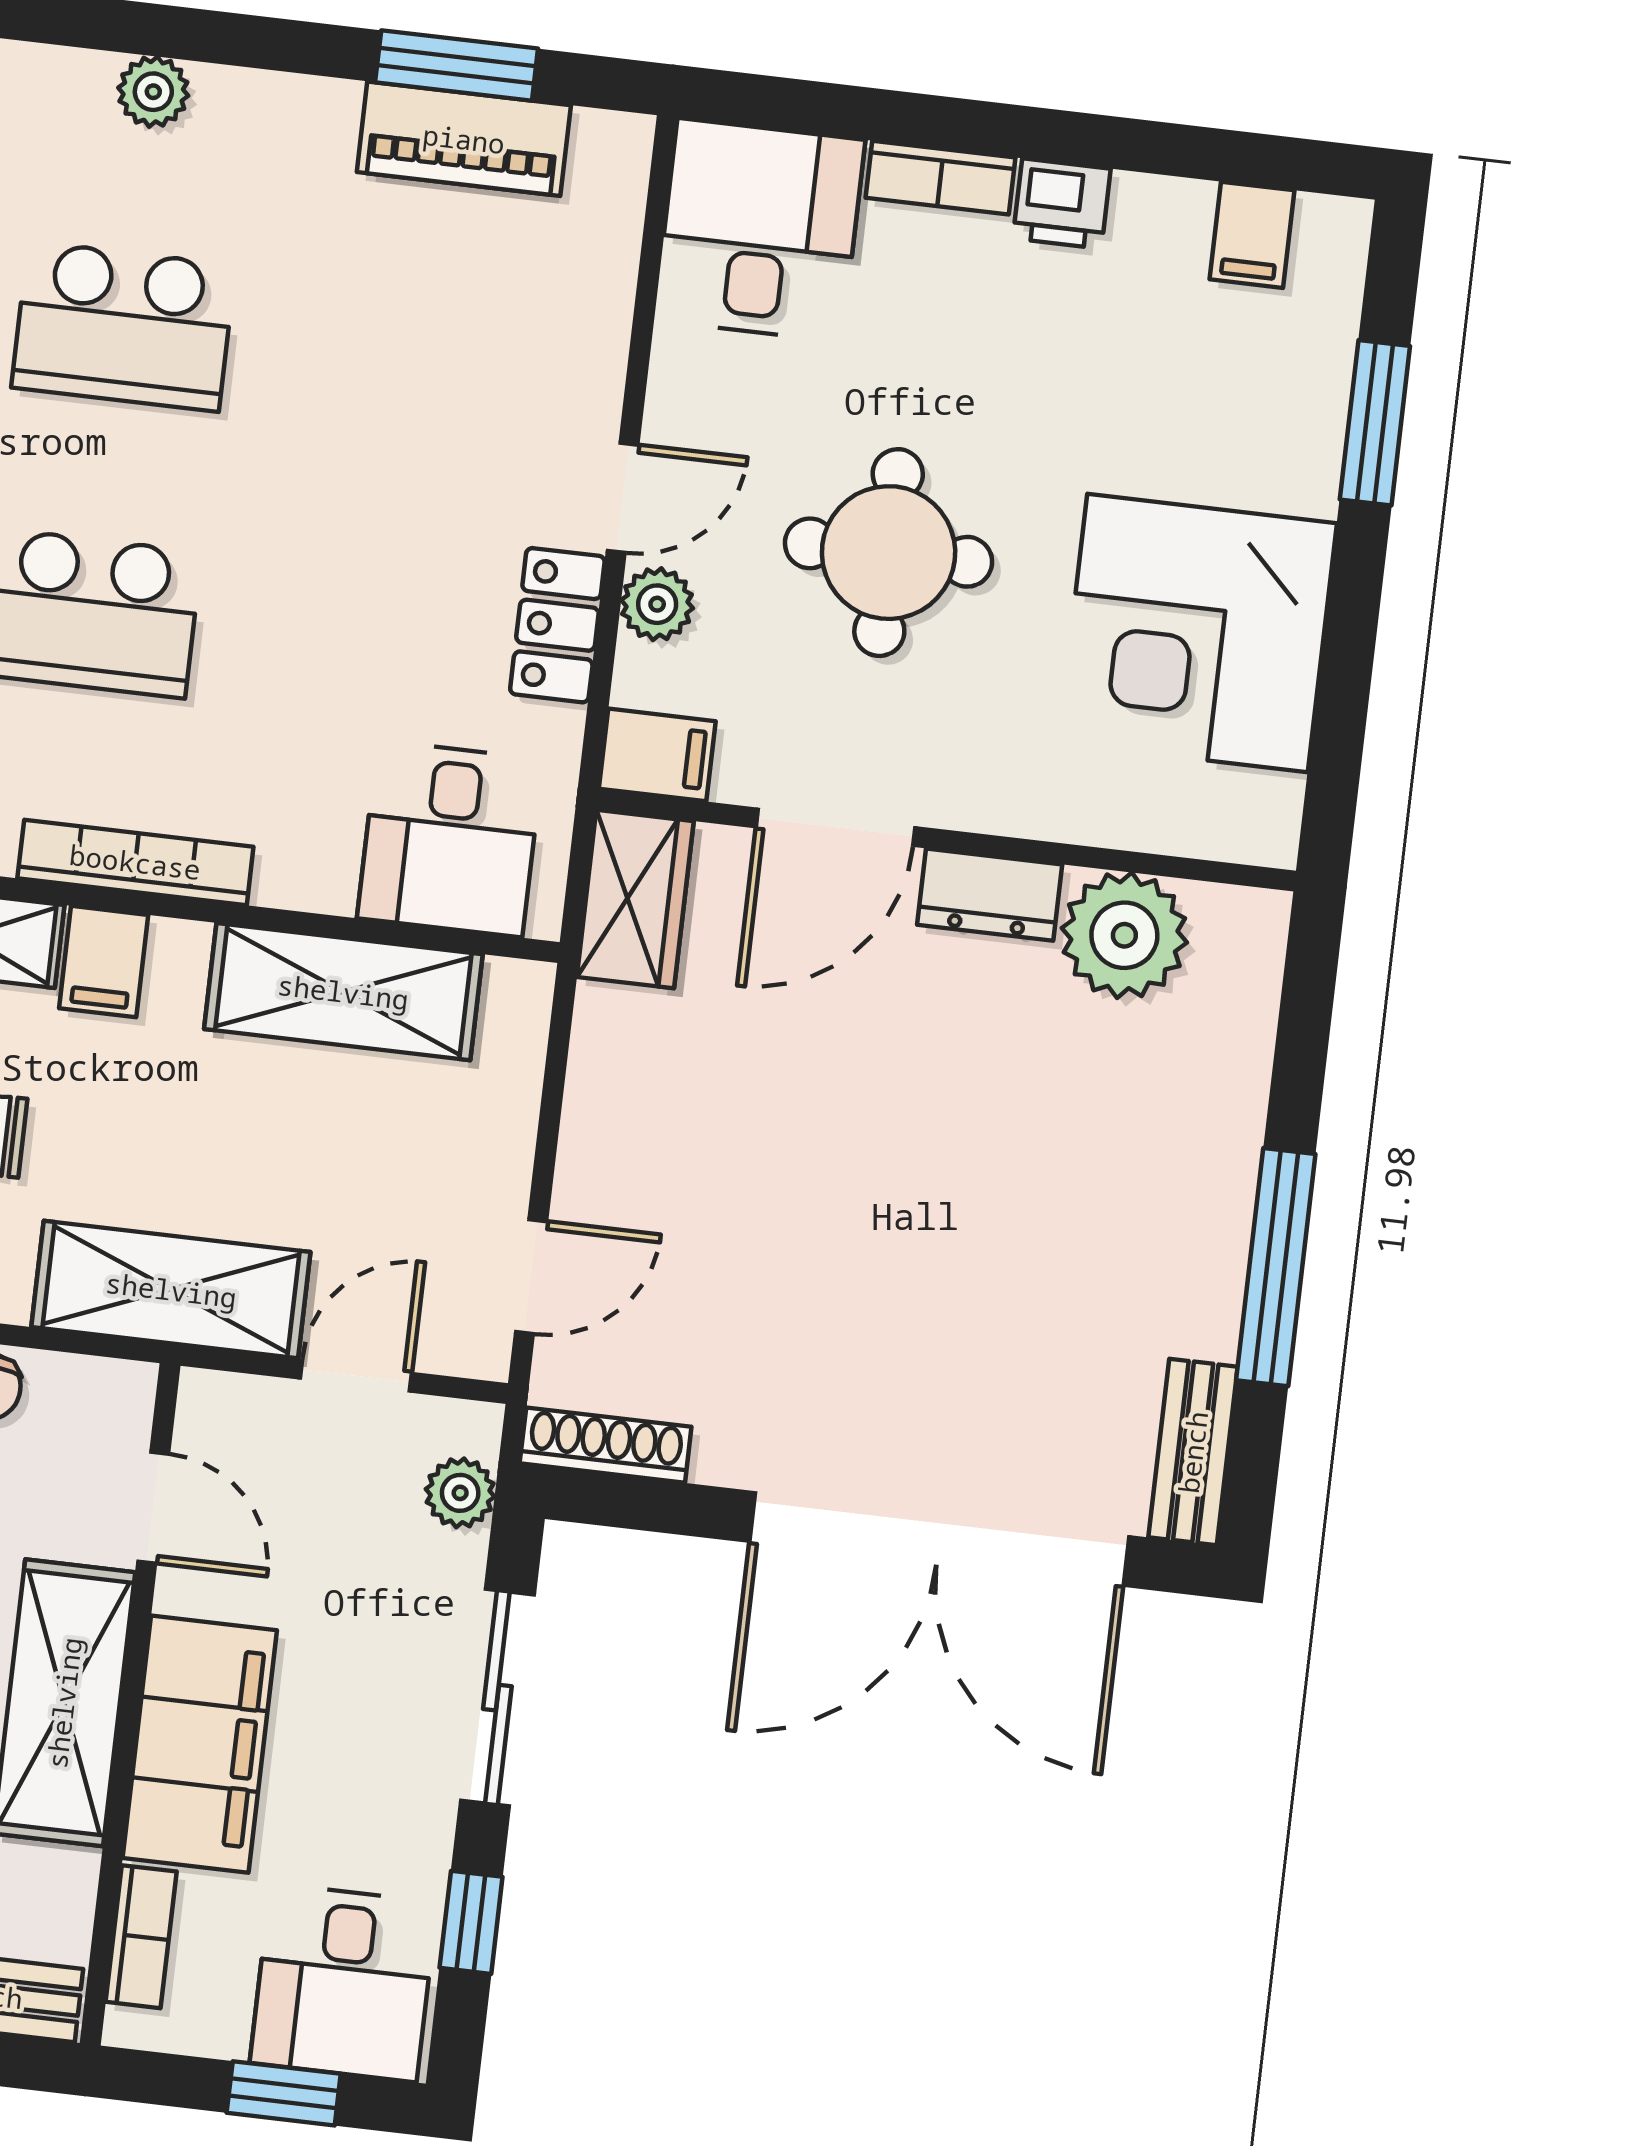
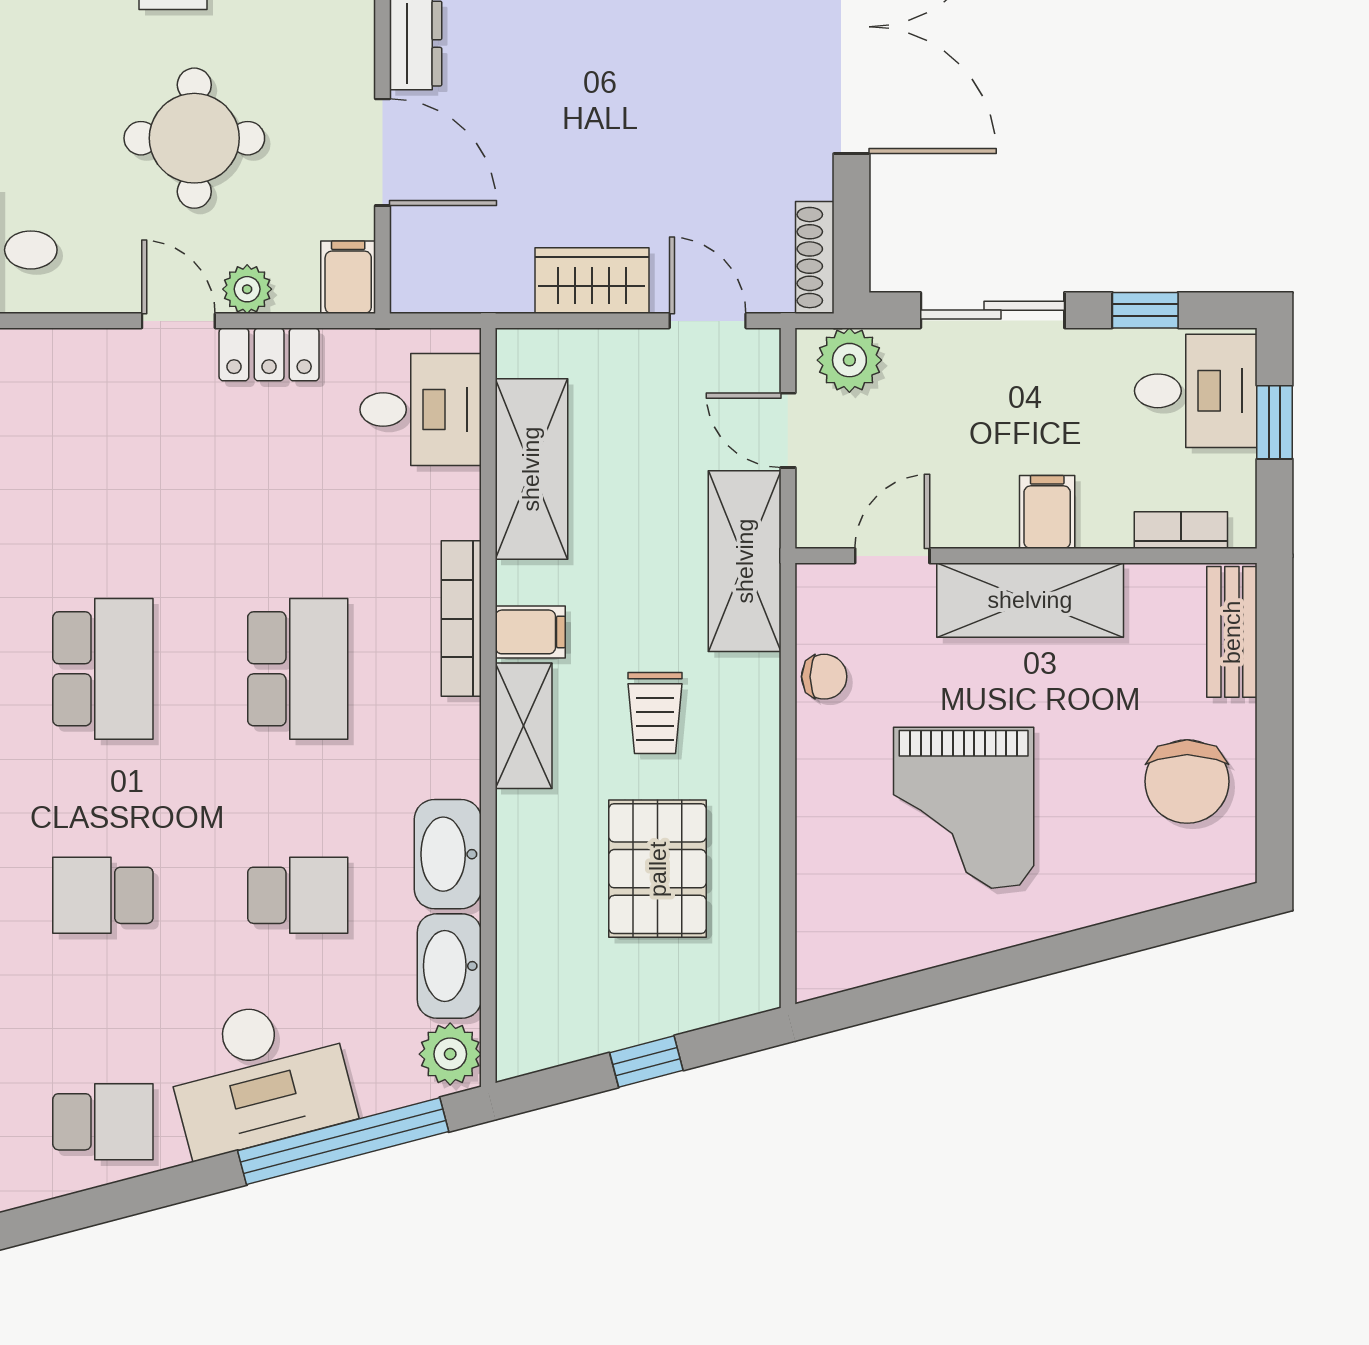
wardrobe: (635, 899) -> (592, 281), moved
plant: (460, 1493) -> (849, 360), width x1.38, depth x1.38
filing cabinet: (200, 1744) -> (1047, 512), width x0.33, depth x0.86

